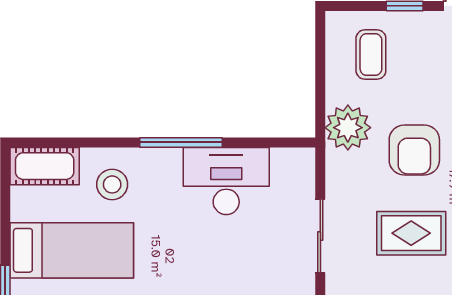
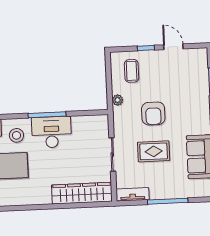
plant: (348, 128) -> (118, 100), width x0.53, depth x0.53
desk: (226, 181) -> (52, 132), moved

